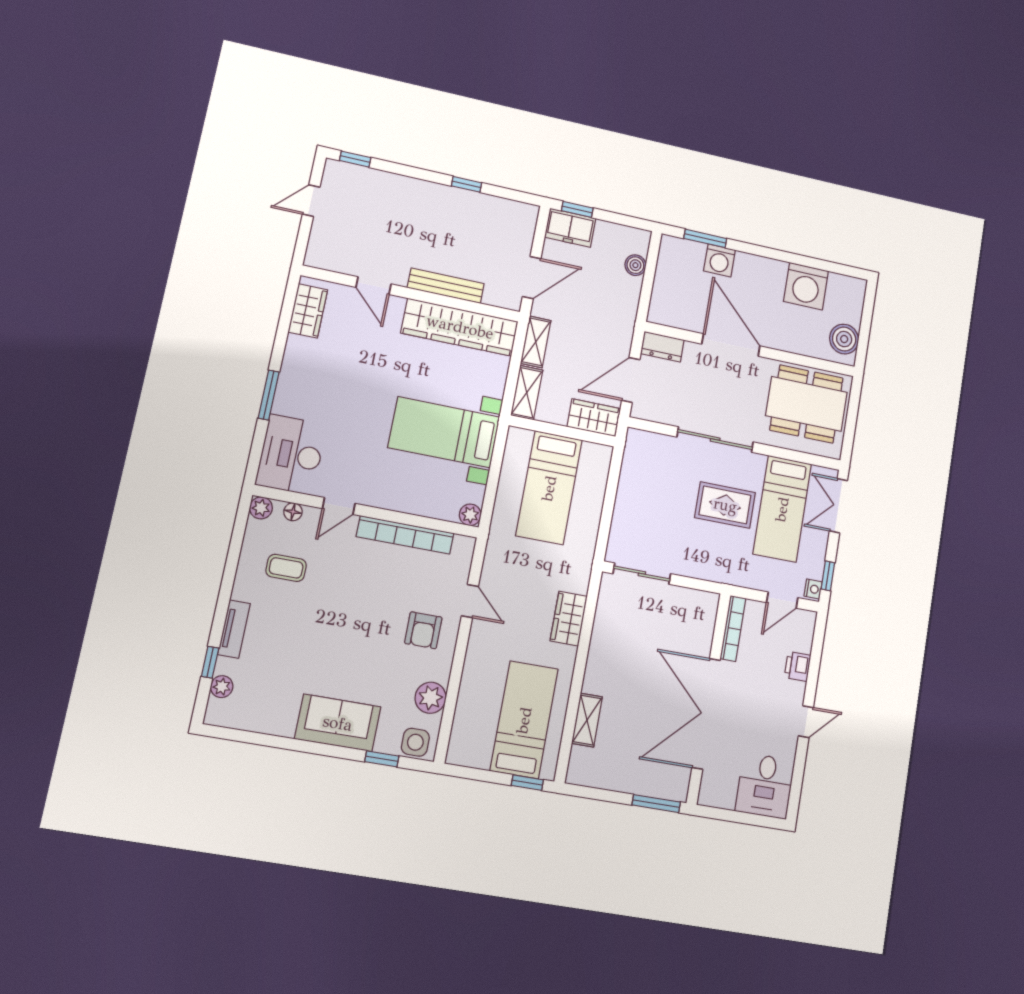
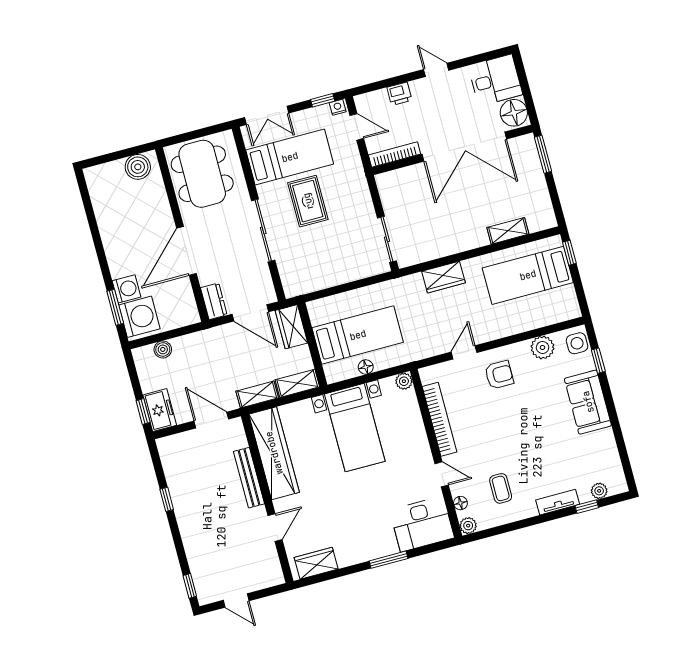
washing machine: (806, 286) -> (139, 317), moved
floor lamp: (508, 479) -> (366, 367), added
floor lamp: (719, 791) -> (514, 113), added

